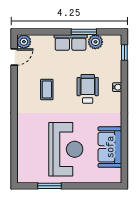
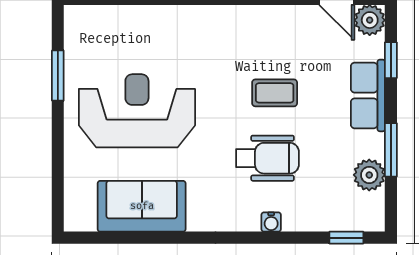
window: (42, 32) -> (391, 60), added
row of seats: (71, 42) -> (368, 95), moved
coffee table: (47, 90) -> (275, 93), moved
reception desk: (66, 149) -> (137, 111), turned 180

